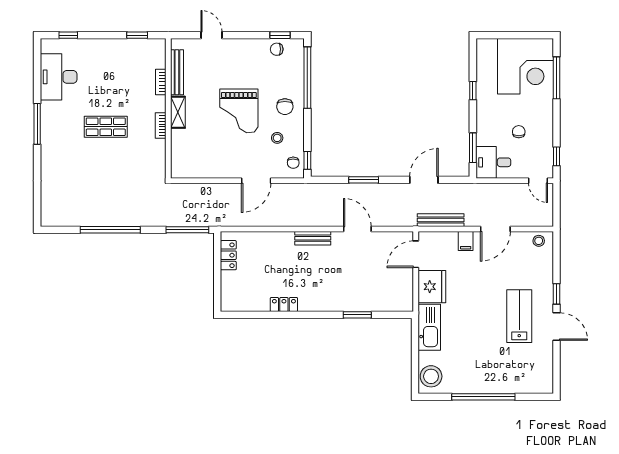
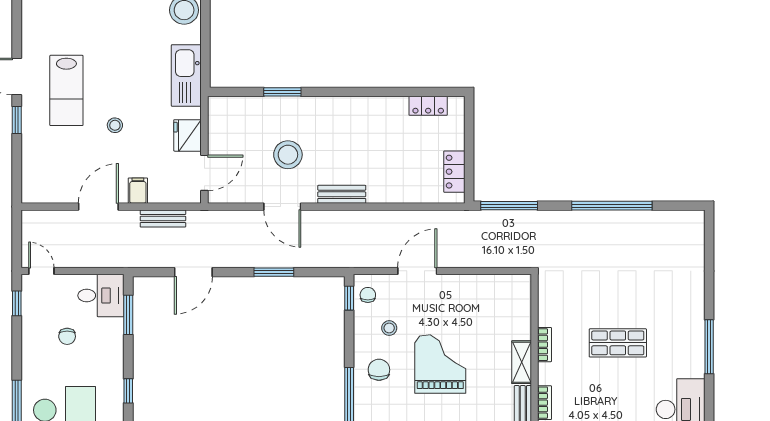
bench: (441, 220) -> (163, 219), width x0.73
stool: (539, 241) -> (115, 125), moved
stool: (353, 268) -> (288, 155), added
fridge: (432, 287) -> (187, 135), width x0.73, depth x0.75
locker: (284, 305) -> (428, 106), moved

